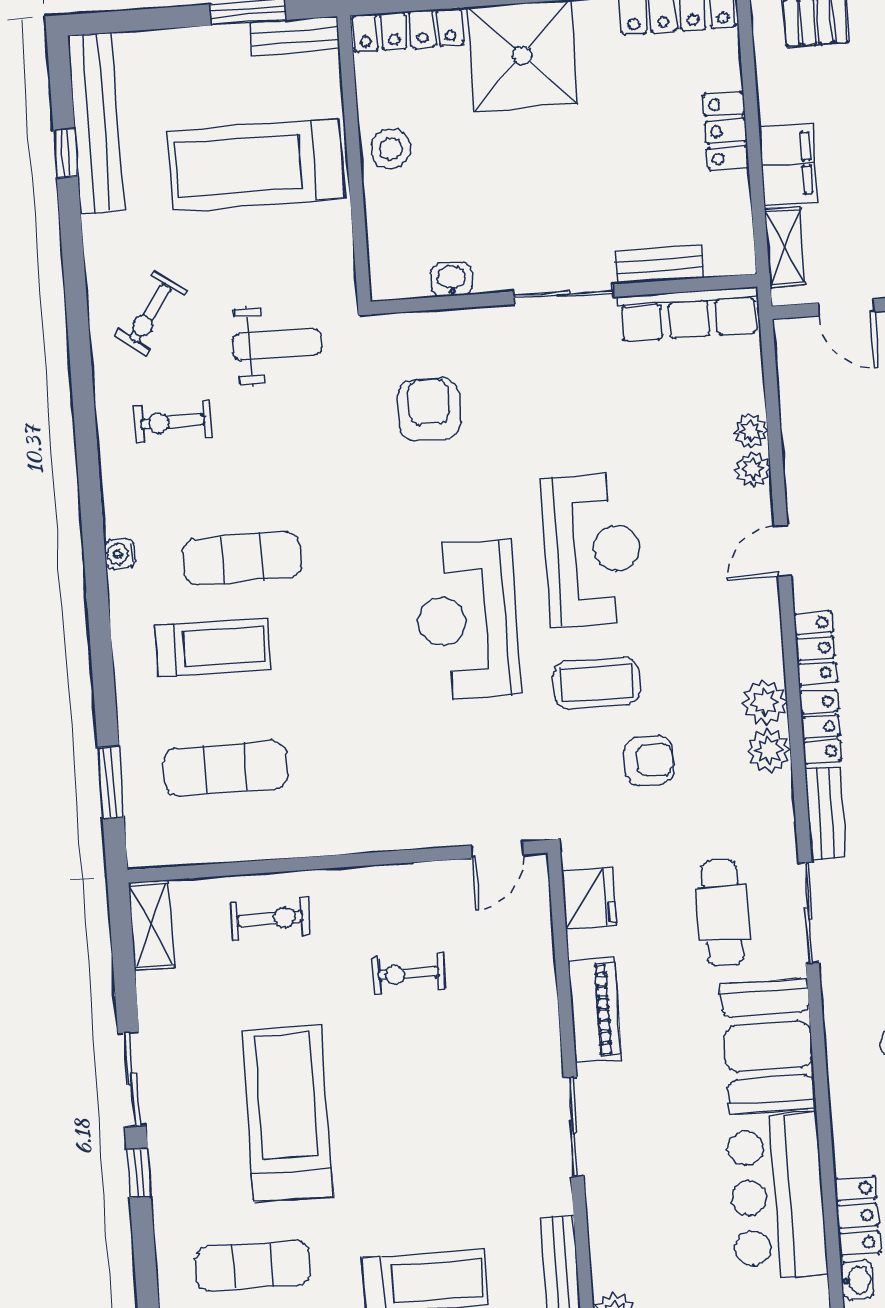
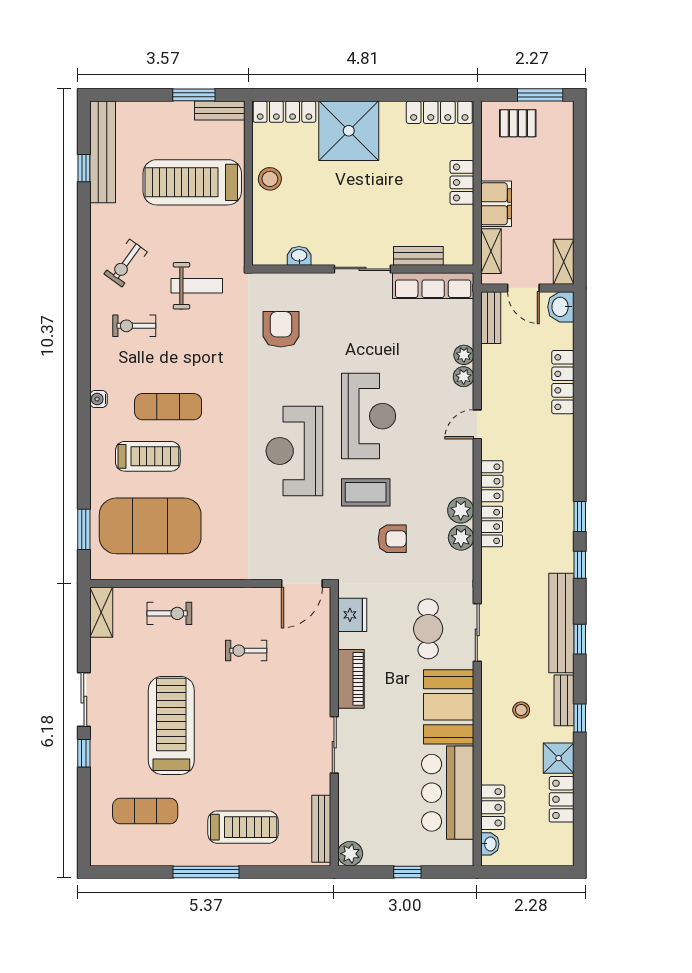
exercise mat: (226, 768) -> (150, 526), width x2.00, depth x1.45
bench: (825, 813) -> (491, 318), moved
door: (497, 850) -> (302, 584), width x1.38

